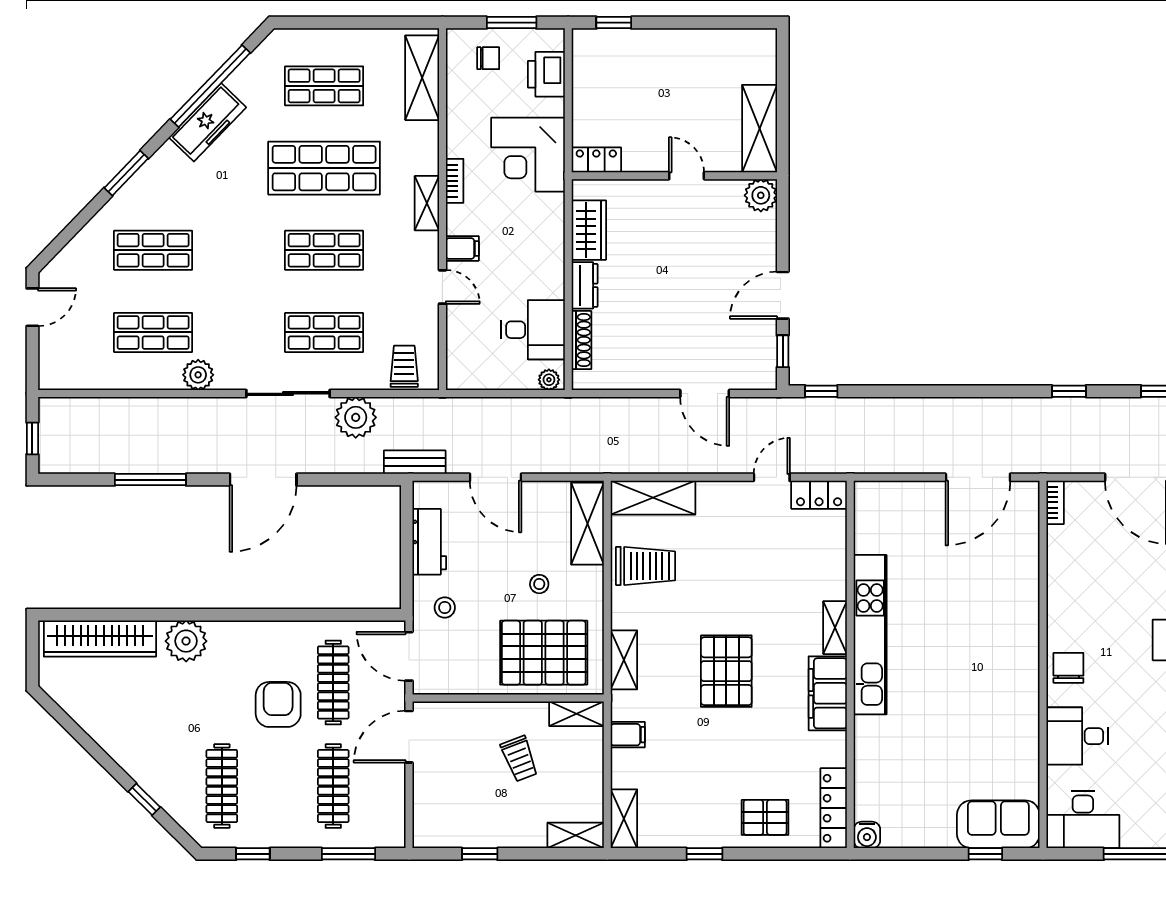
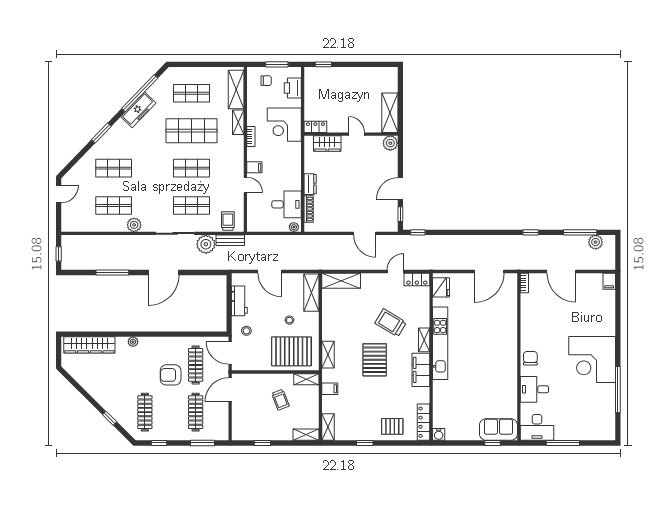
shelving: (427, 203) -> (238, 122), moved
wardrobe: (589, 230) -> (327, 144), moved, turned 90
bench: (415, 462) -> (230, 240), moved
fridge: (872, 512) -> (441, 287), added
trolley: (645, 566) -> (391, 323), moved, turned -149
plant: (186, 641) -> (133, 342), width x0.53, depth x0.53
armchair: (278, 704) -> (171, 375), turned -90

